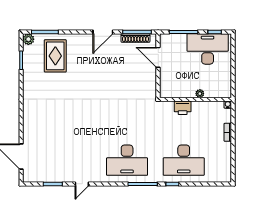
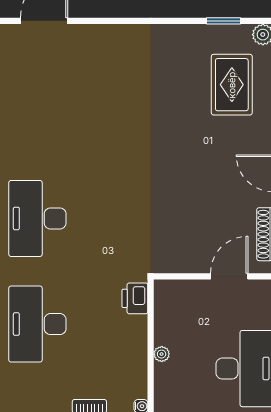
rug: (55, 56) -> (232, 85), turned 90
printer: (183, 108) -> (135, 298), moved

